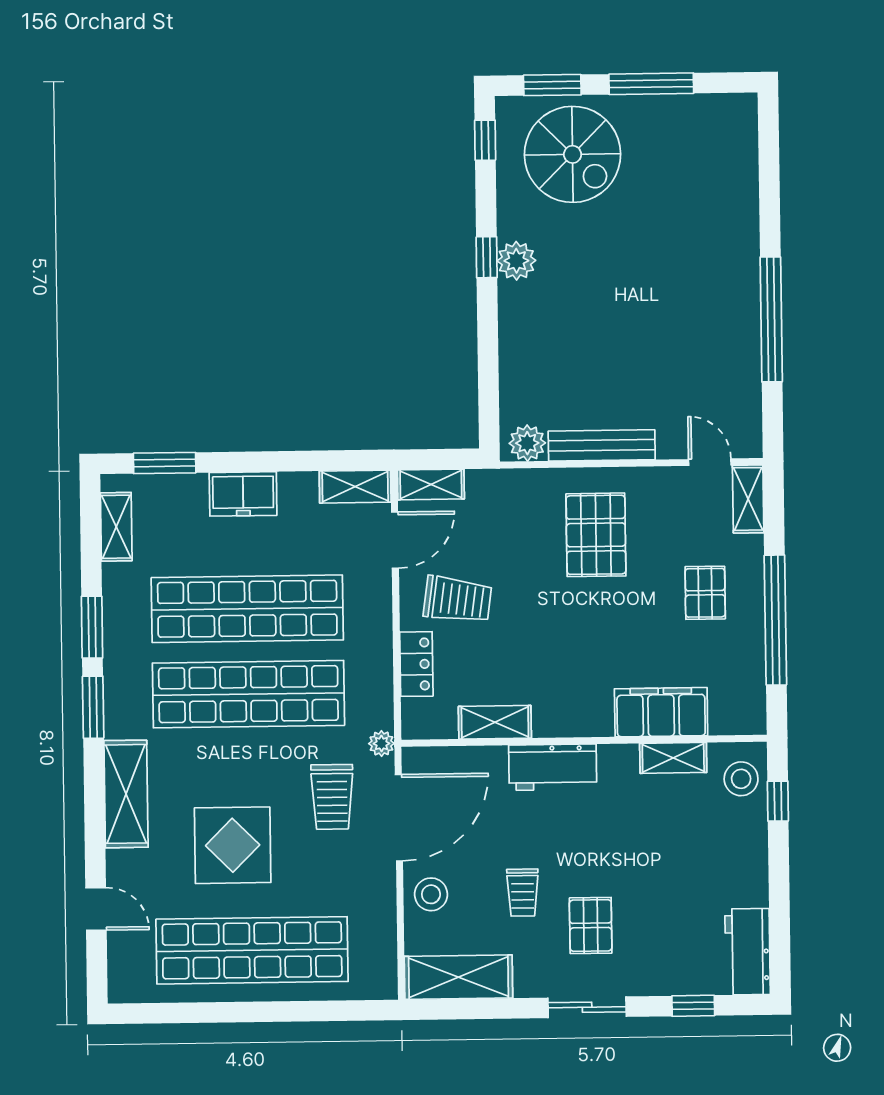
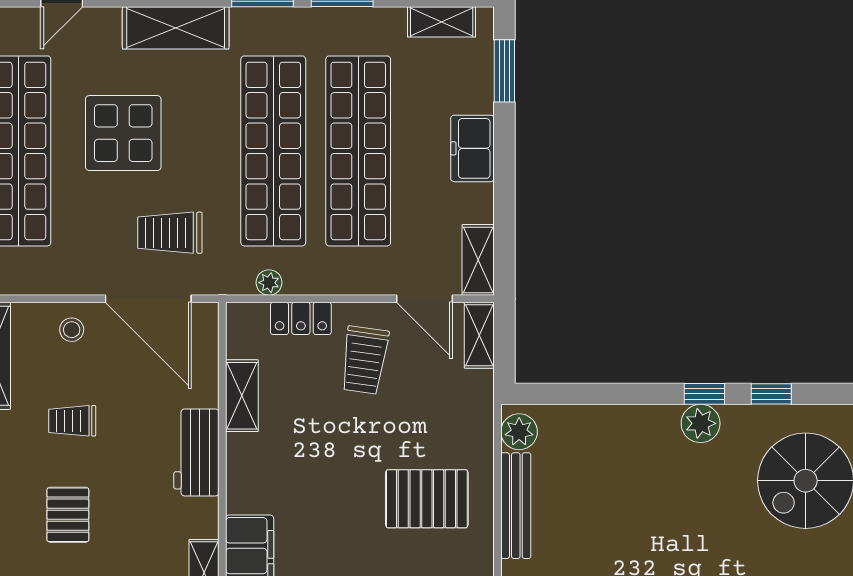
window: (485, 140) -> (771, 394), moved
plant: (381, 743) -> (269, 283), moved
stool: (431, 894) -> (72, 330), width x0.73, depth x0.73
pallet: (591, 925) -> (68, 515), moved, turned 90

